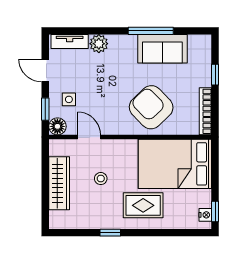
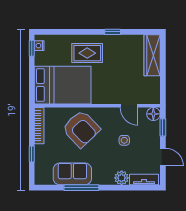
side table: (69, 99) -> (124, 140), moved
stool: (101, 179) -> (120, 74), removed
wardrobe: (59, 183) -> (152, 55), moved

